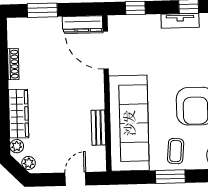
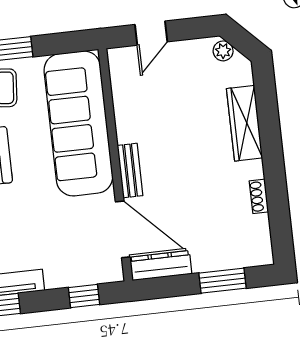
shoe rack: (13, 64) -> (259, 196), width x0.70
bench: (98, 128) -> (130, 171), moved
plant: (17, 146) -> (243, 74), removed

